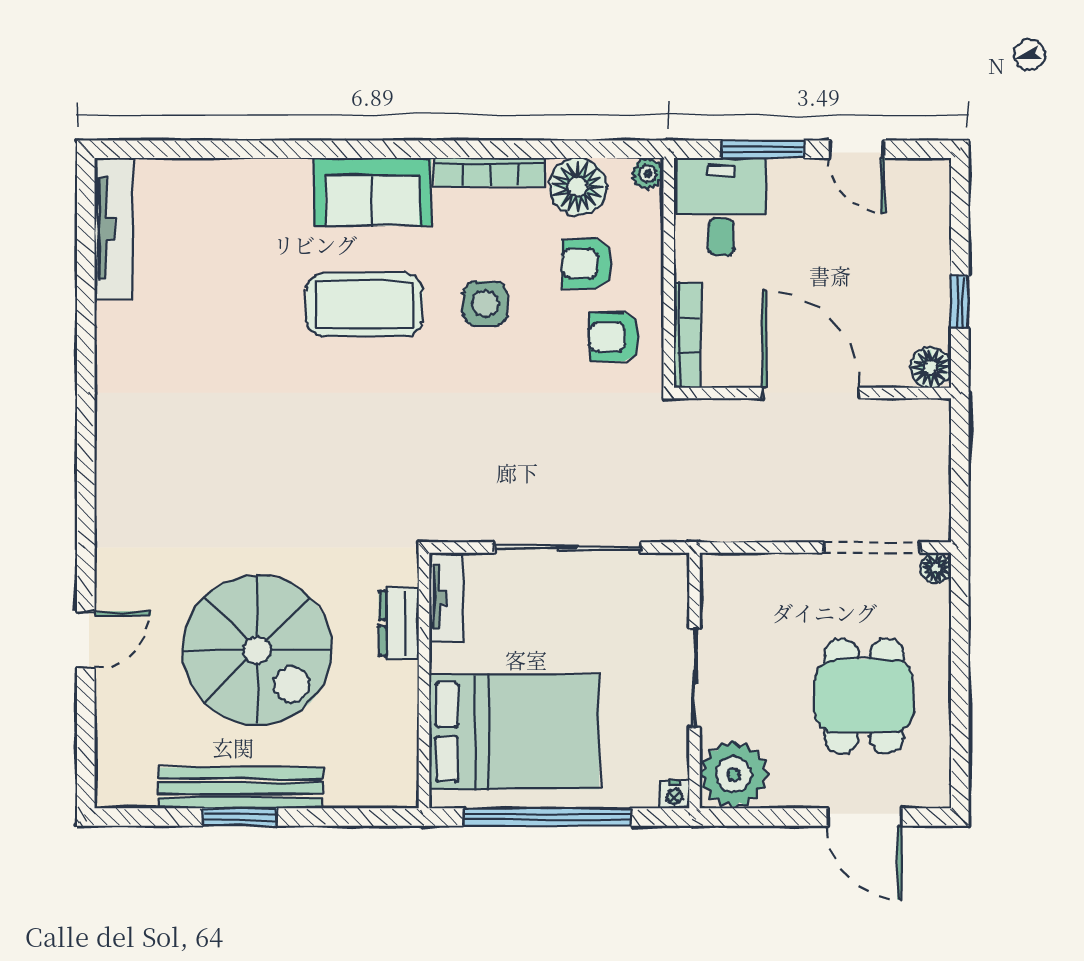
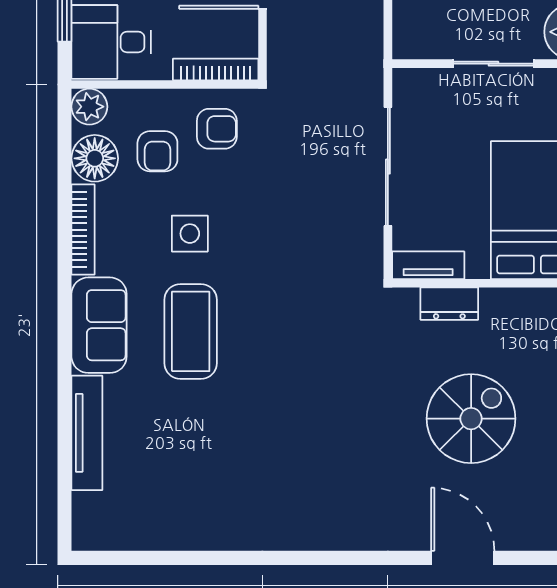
plant: (648, 174) -> (89, 107), width x1.38, depth x1.38
tv unit: (113, 228) -> (87, 433), moved, turned 90
armchair: (614, 337) -> (217, 129), turned -90
door: (86, 640) -> (463, 558), width x1.38
spiral stairs: (257, 650) -> (471, 419), width x0.73, depth x0.73

